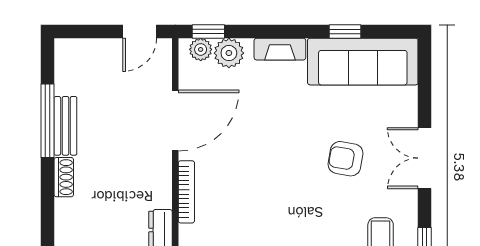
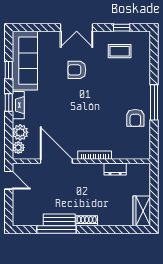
window: (208, 32) -> (9, 103), moved
armchair: (345, 159) -> (77, 70), turned 80

